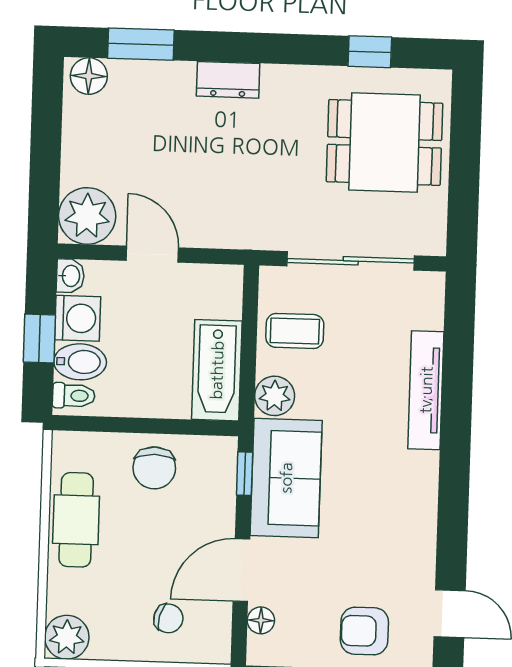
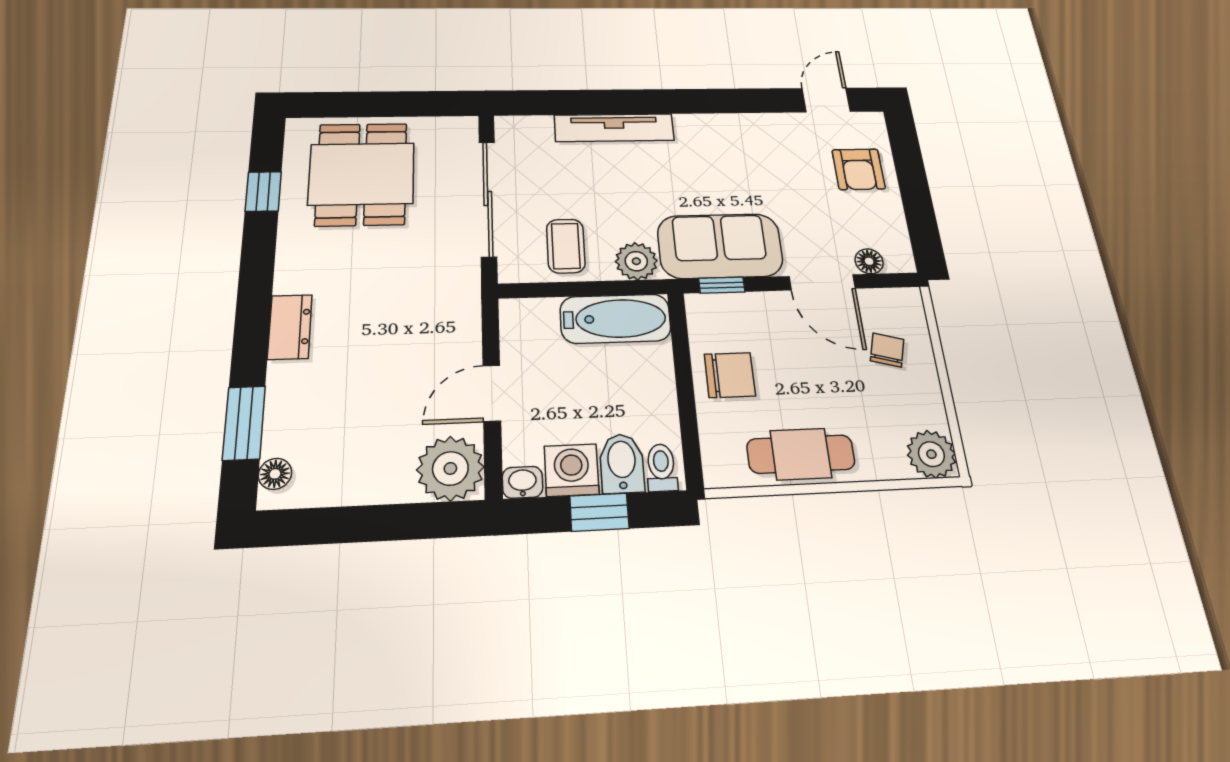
floor lamp: (89, 76) -> (275, 474), width x0.73, depth x0.73

